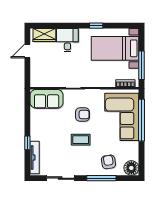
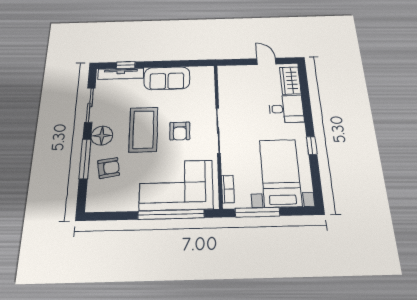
sofa: (47, 99) -> (167, 78), moved, turned -90
coffee table: (81, 140) -> (143, 129), width x1.86, depth x1.72
window: (27, 143) -> (126, 65), moved
floor lamp: (131, 168) -> (102, 136), moved

